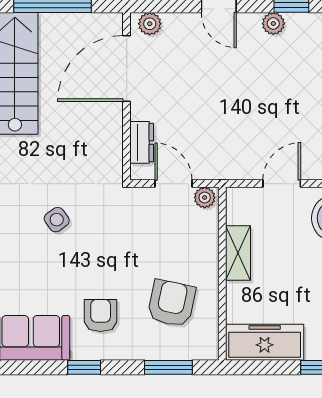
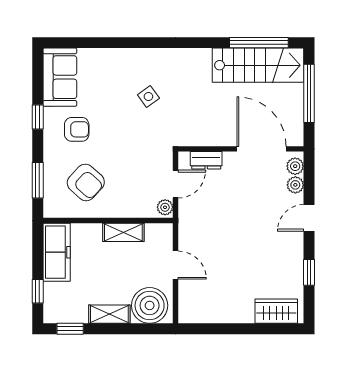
plant: (273, 24) -> (295, 185), moved
armchair: (171, 303) -> (86, 182), turned 30

